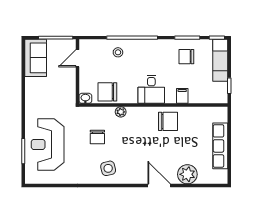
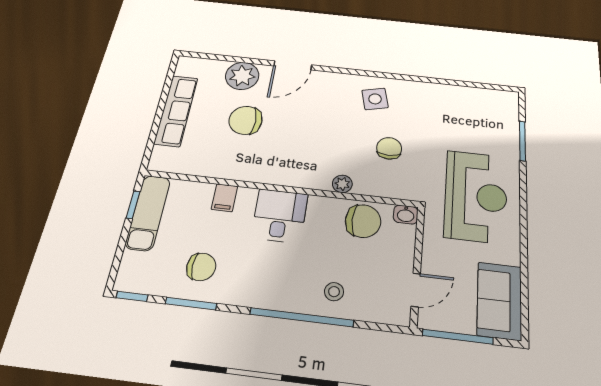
exam couch: (220, 60) -> (148, 213), moved
chair: (168, 121) -> (246, 120), moved
reception desk: (48, 144) -> (476, 196), moved
door: (159, 186) -> (293, 65), hinge flipped

